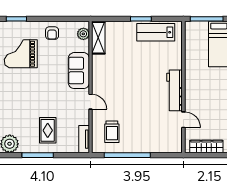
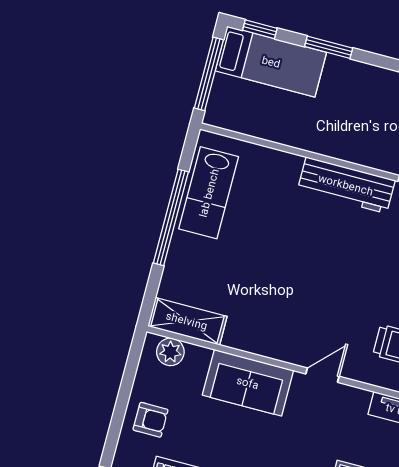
window: (141, 19) -> (171, 217), width x2.11

